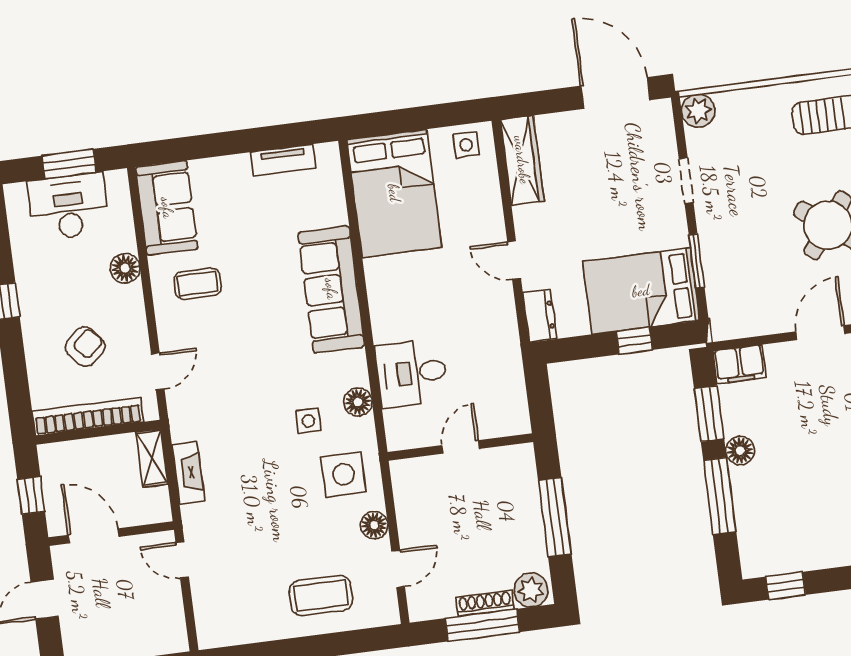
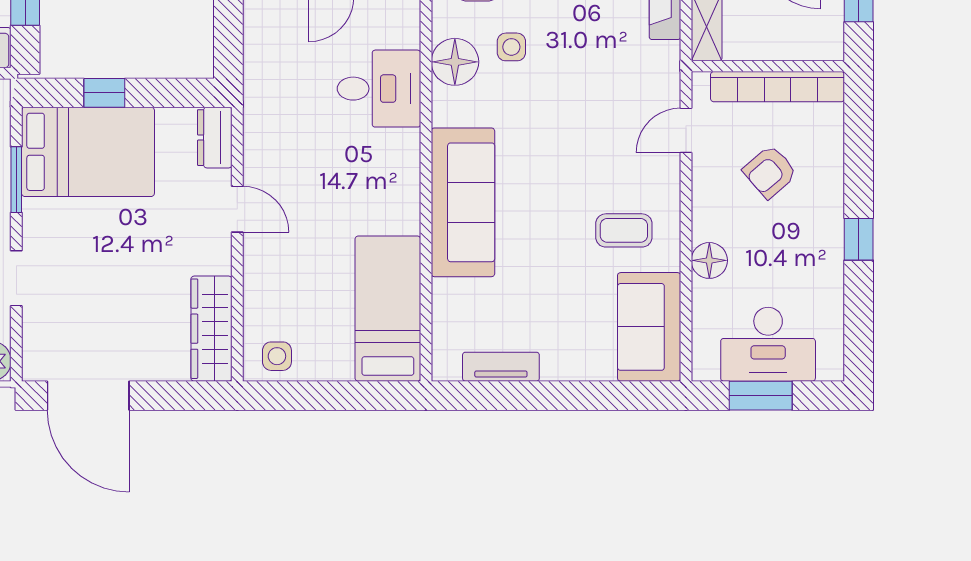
bed: (394, 193) -> (388, 309), width x0.67
floor lamp: (358, 402) -> (455, 62), width x1.38, depth x1.38

